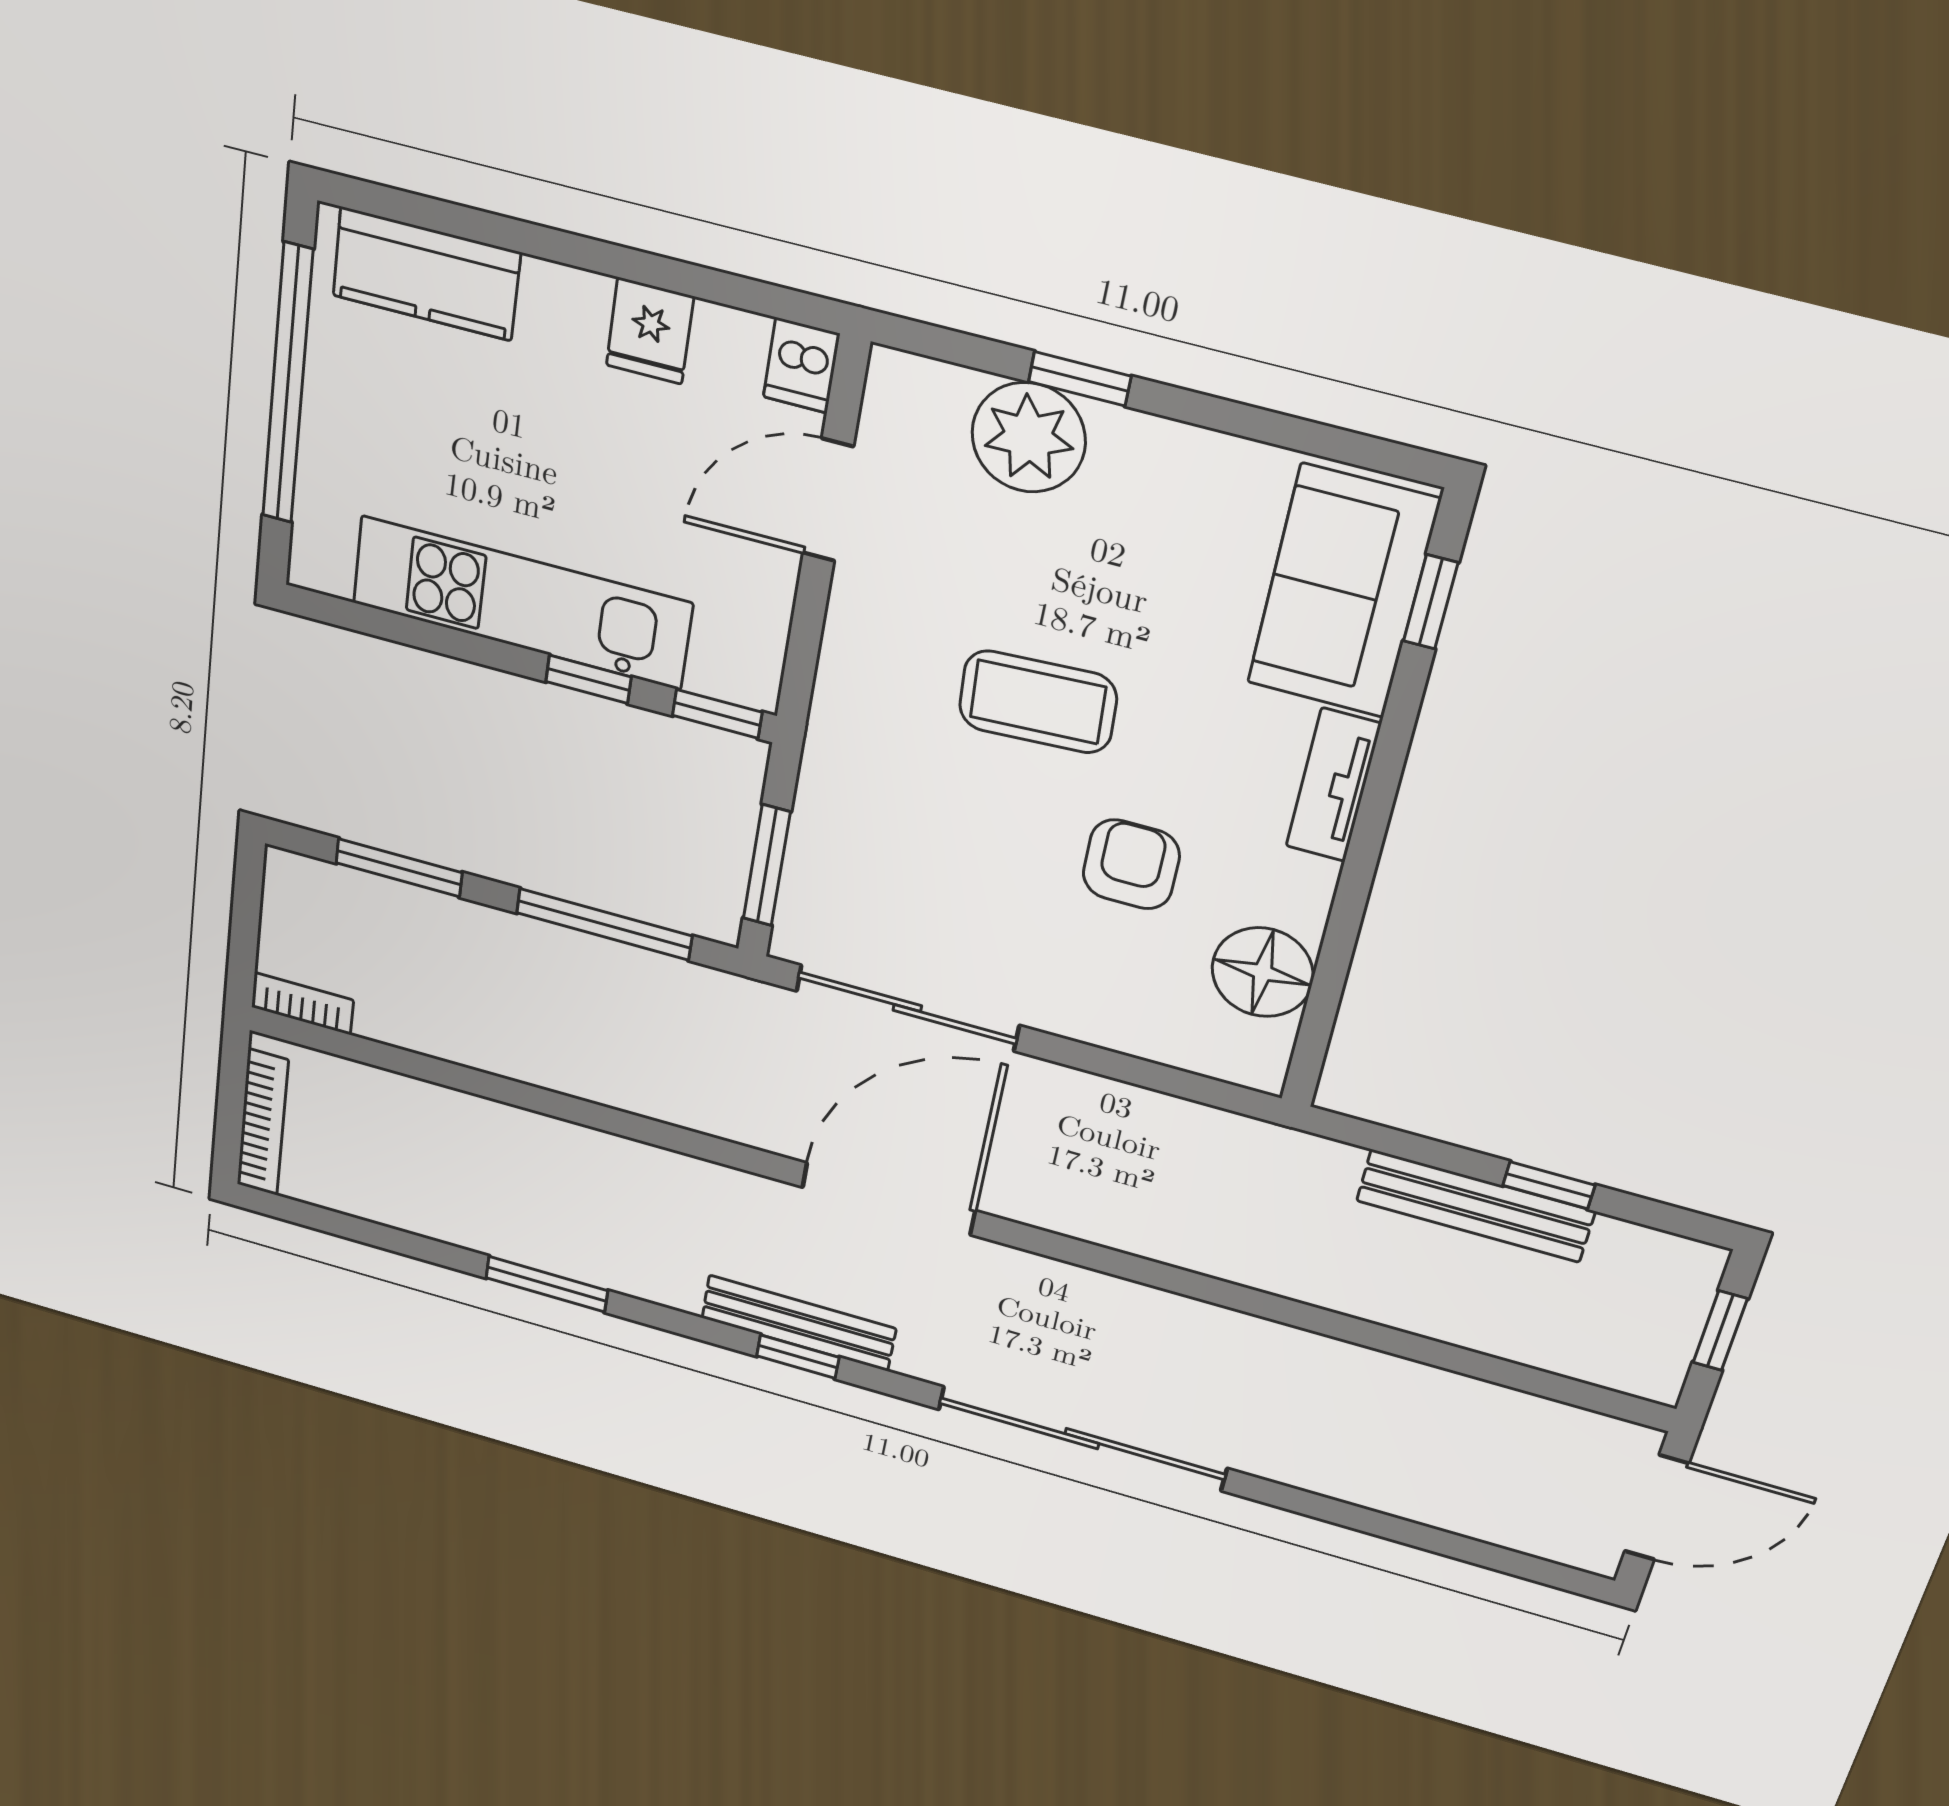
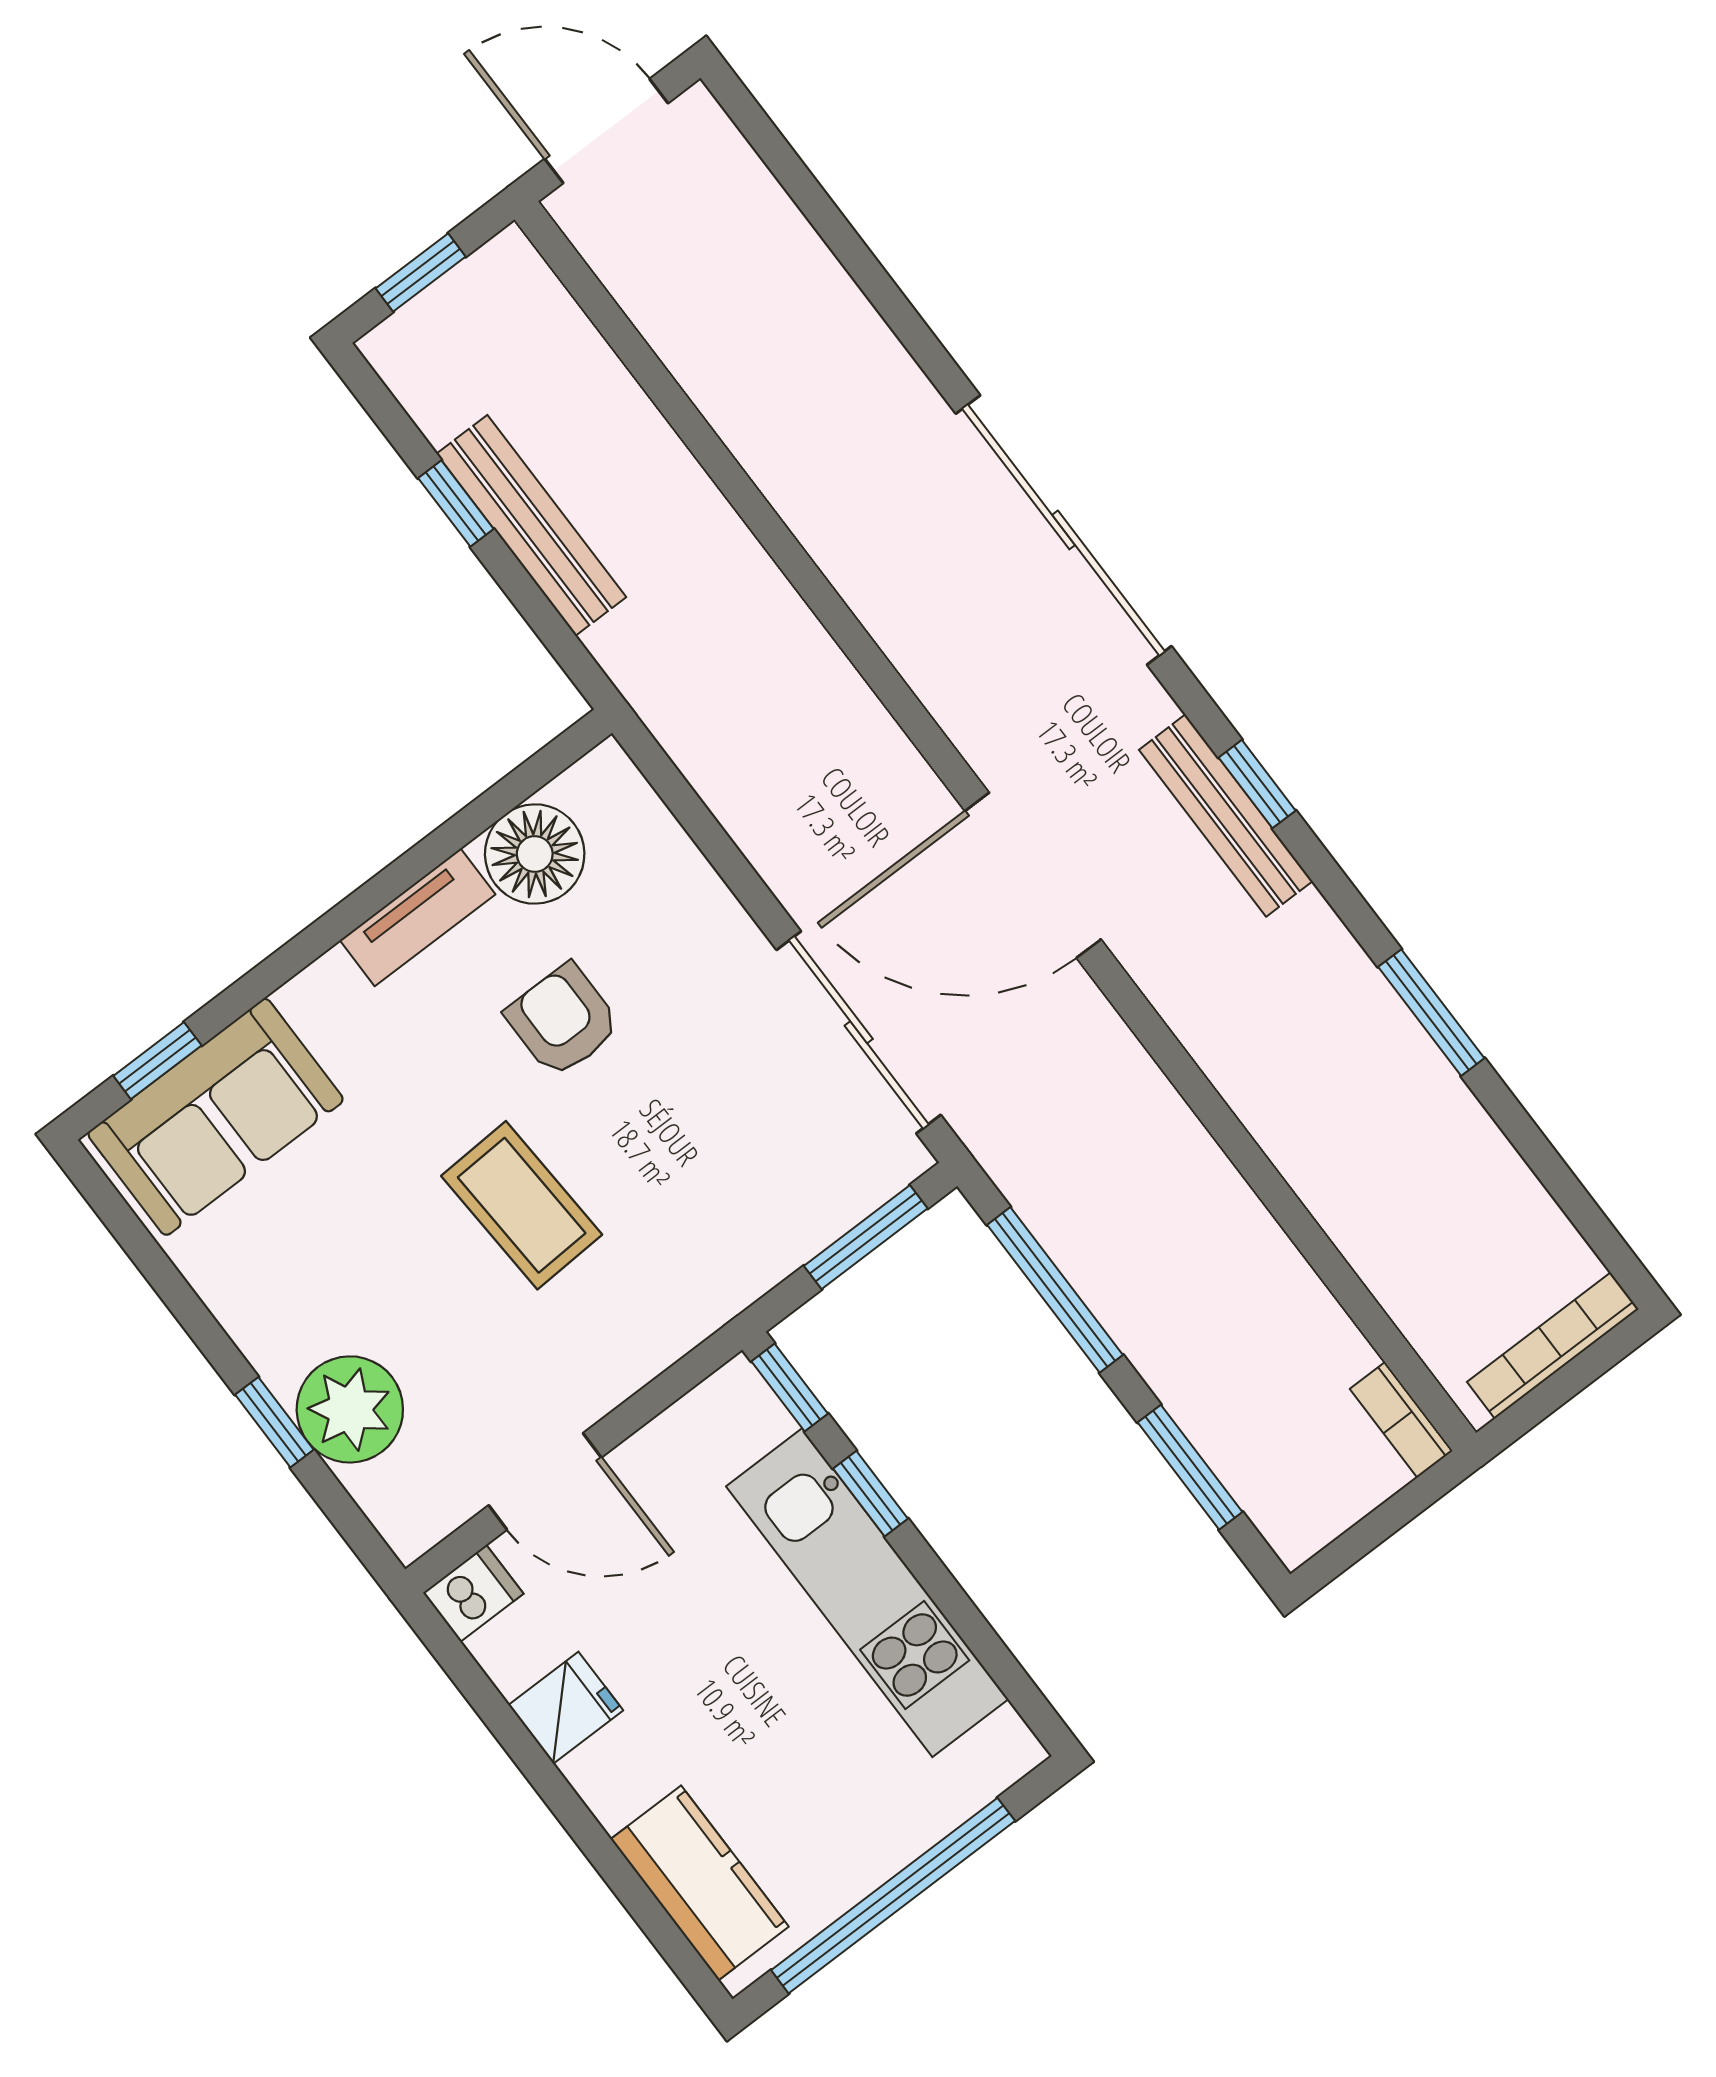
tv unit: (1333, 785) -> (418, 917), moved
armchair: (1131, 864) -> (563, 1020), turned 90

